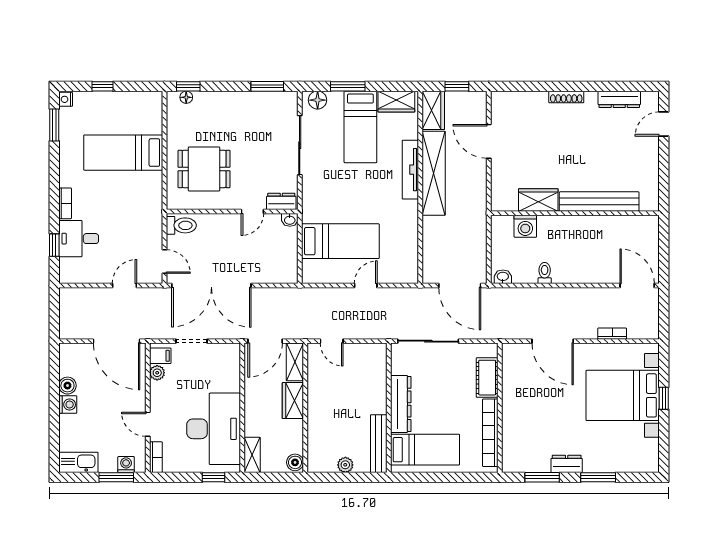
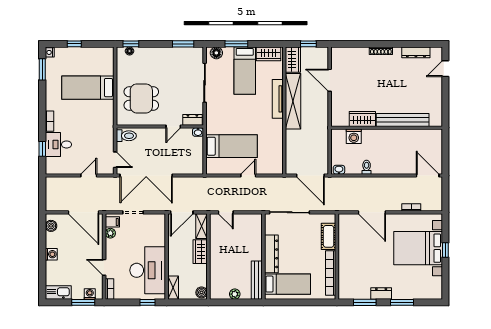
boiler: (67, 386) -> (51, 226), moved

